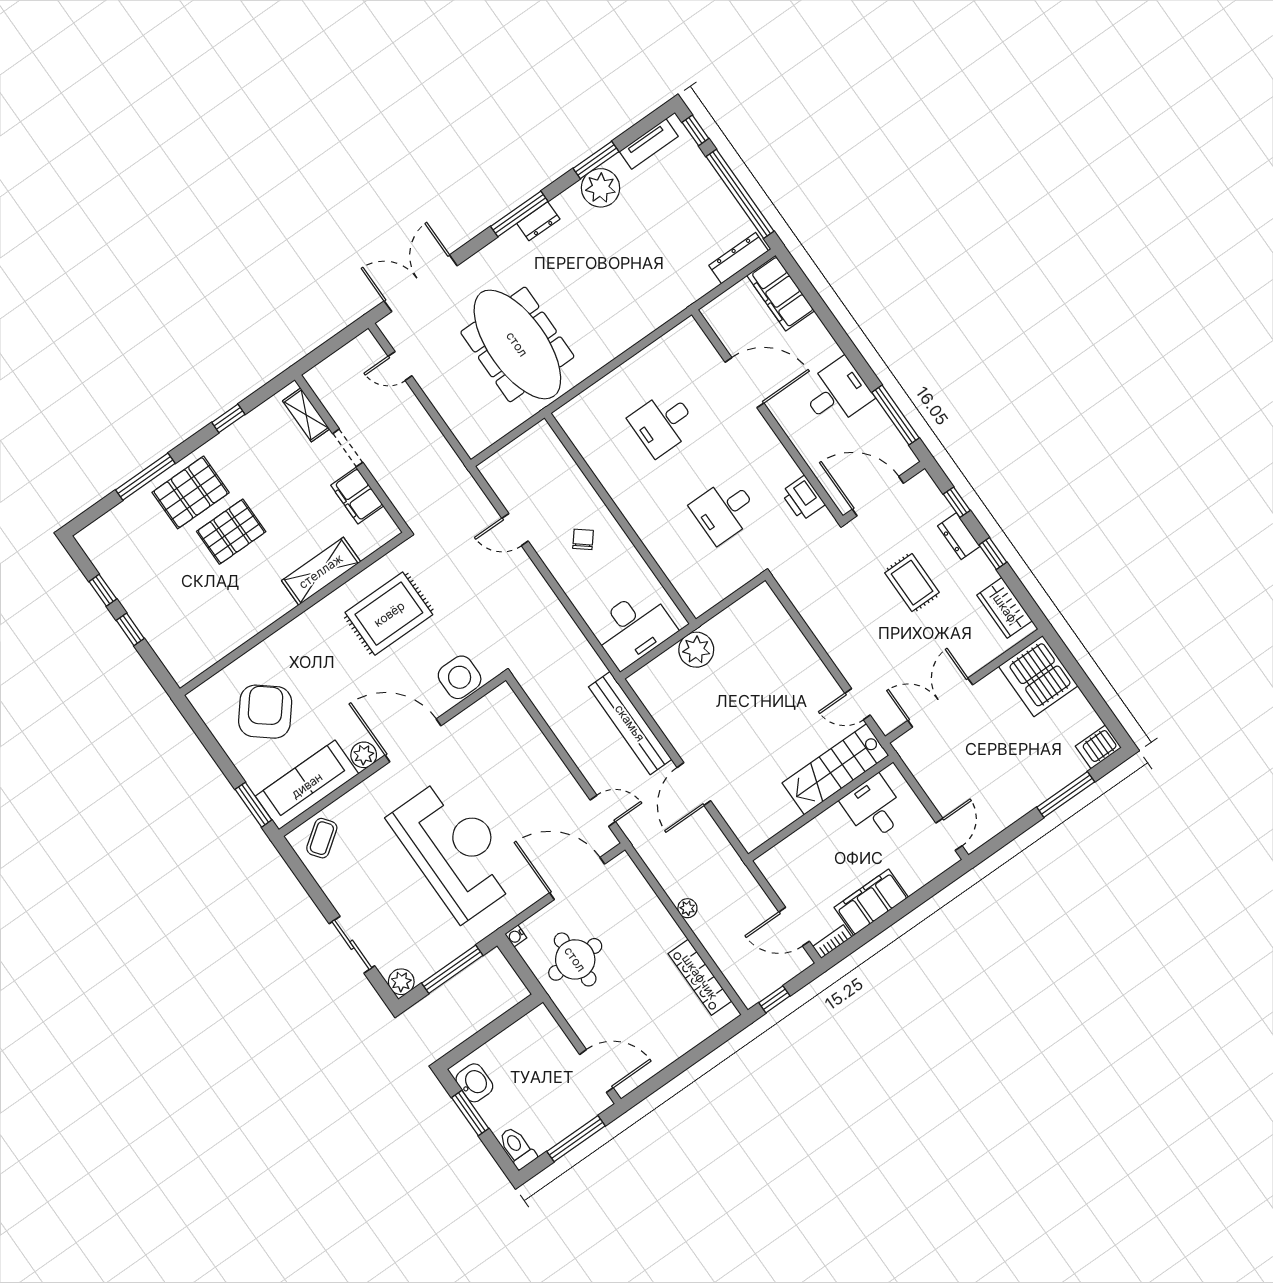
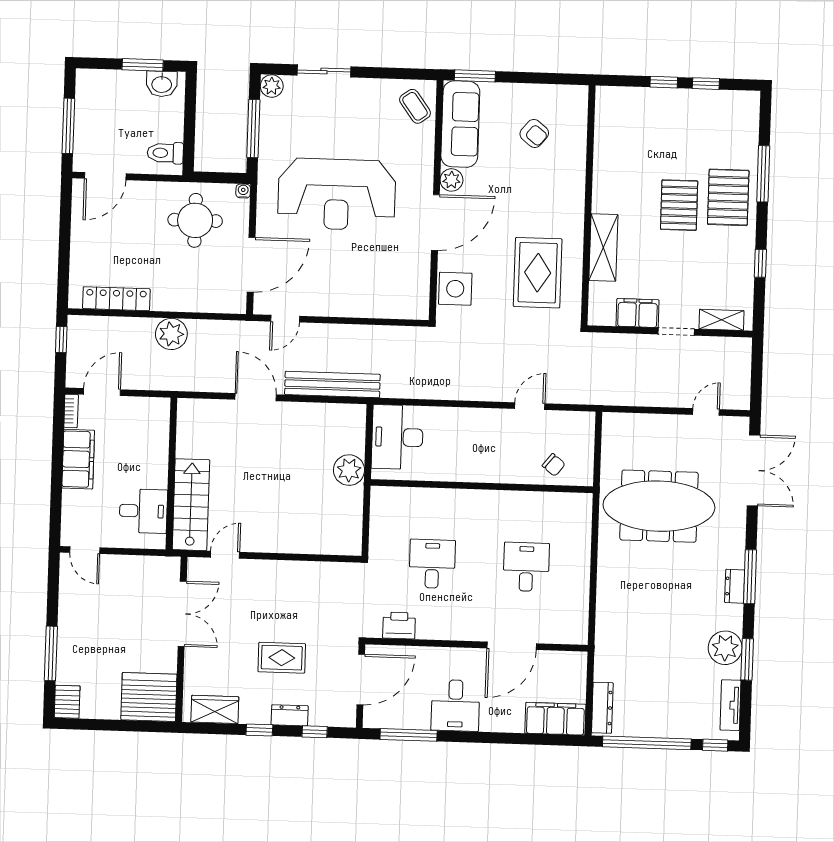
chair: (583, 539) -> (554, 465), moved
armchair: (265, 712) -> (534, 133), width x0.53, depth x0.53
plant: (687, 908) -> (171, 334), width x1.87, depth x1.87
toilet: (517, 1148) -> (165, 153), moved, turned 180

